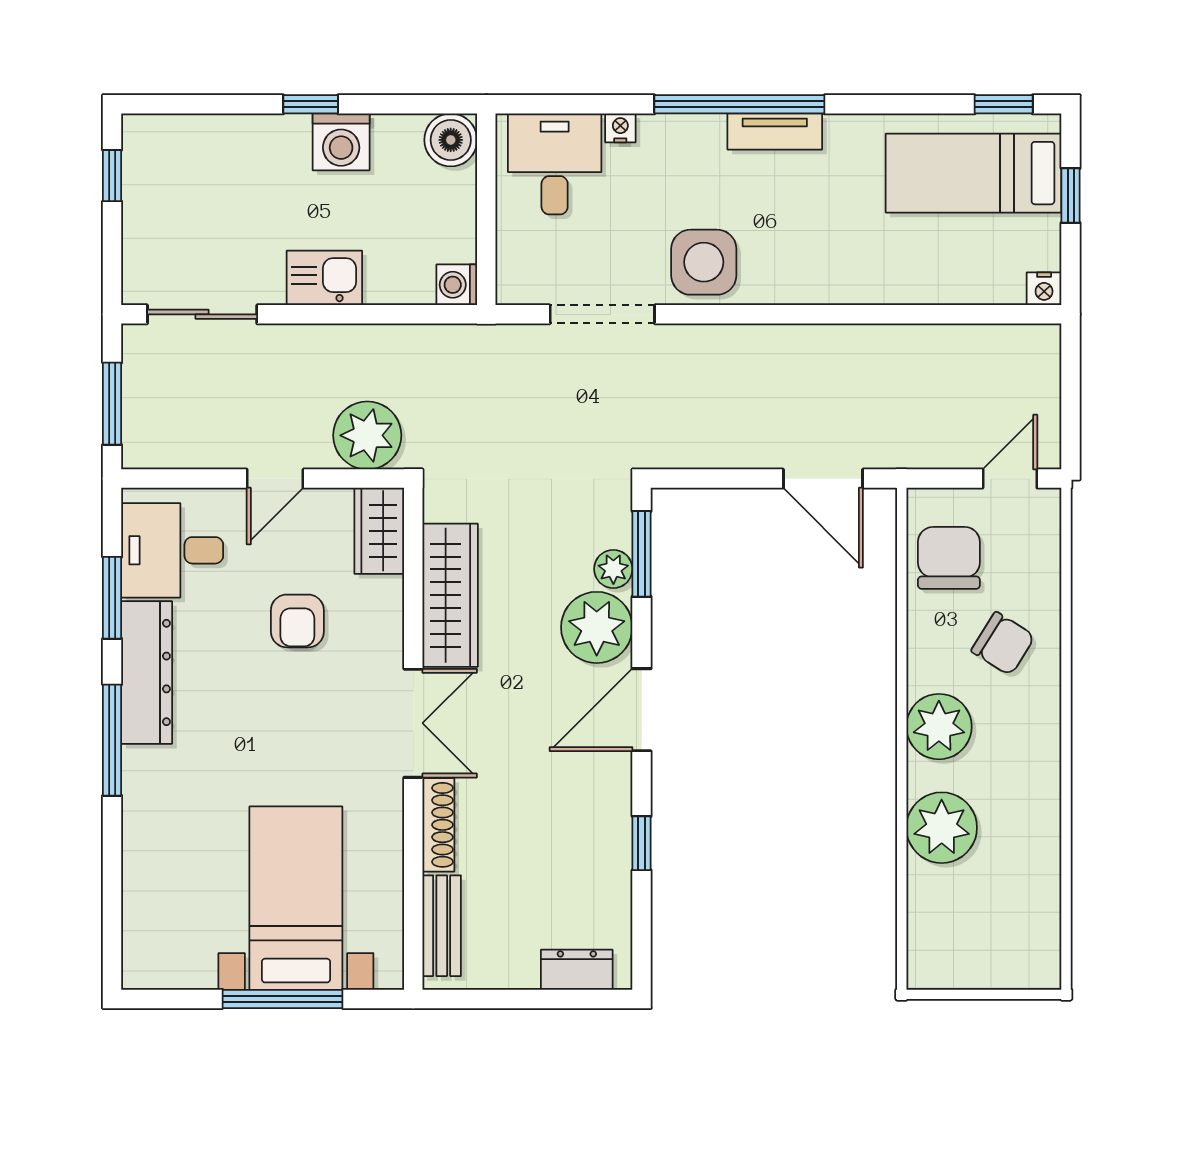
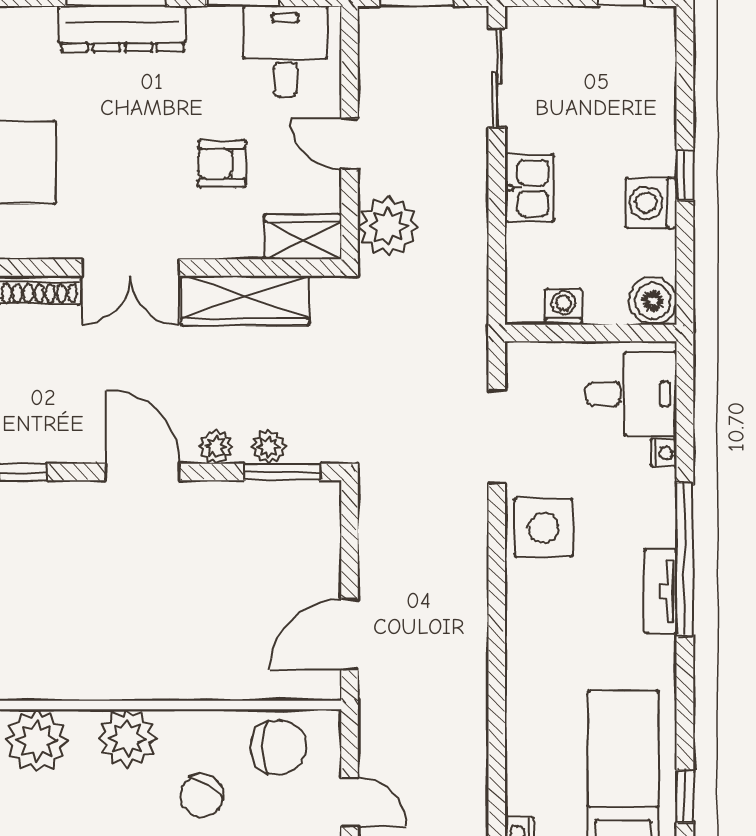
washing machine: (457, 285) -> (563, 307), moved
plant: (597, 627) -> (216, 447), width x0.53, depth x0.53
dresser: (147, 672) -> (122, 29), moved

